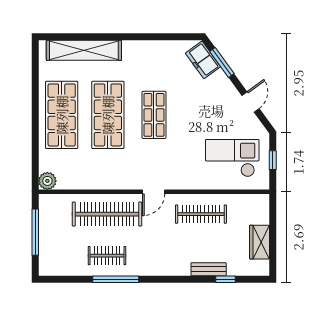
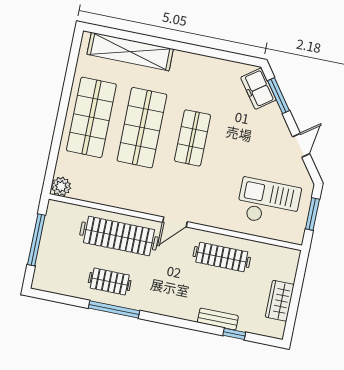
window: (273, 160) -> (312, 214), width x1.50

